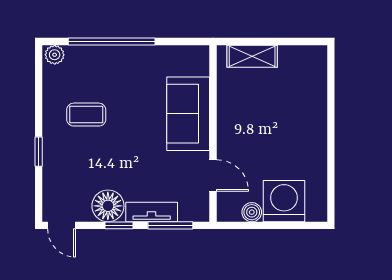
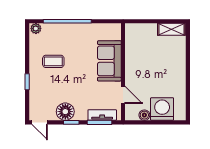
shelving: (252, 56) -> (171, 29), moved
tv unit: (152, 212) -> (102, 115), moved

